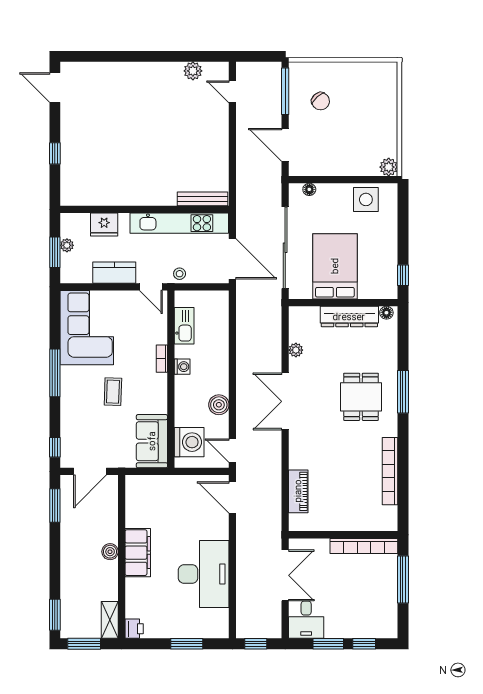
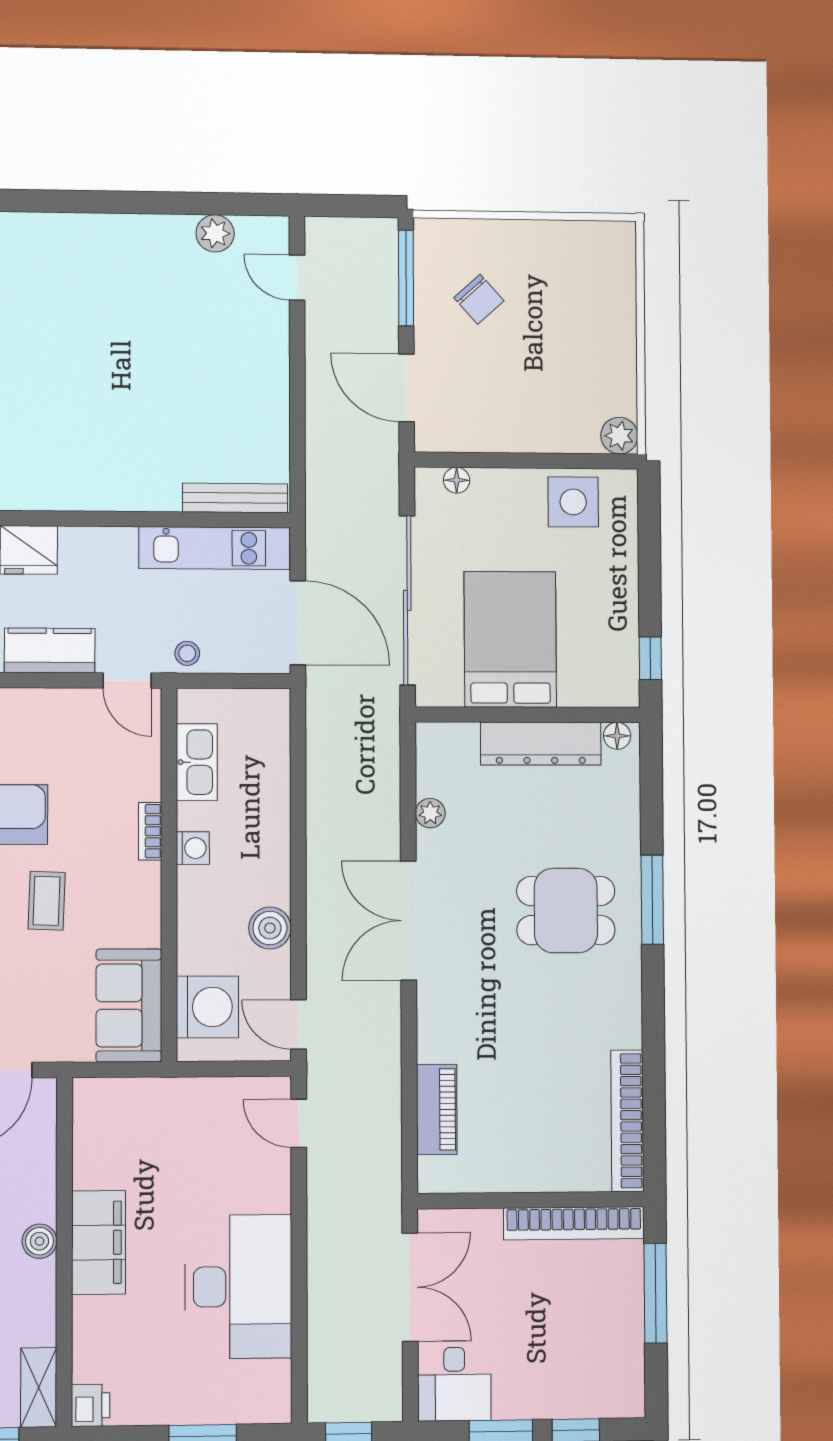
kitchen unit: (179, 223) -> (214, 548), width x0.73
dining table: (361, 397) -> (566, 911), turned 90
bookcase: (390, 471) -> (627, 1121), moved
door: (232, 497) -> (299, 1123), width x0.73

